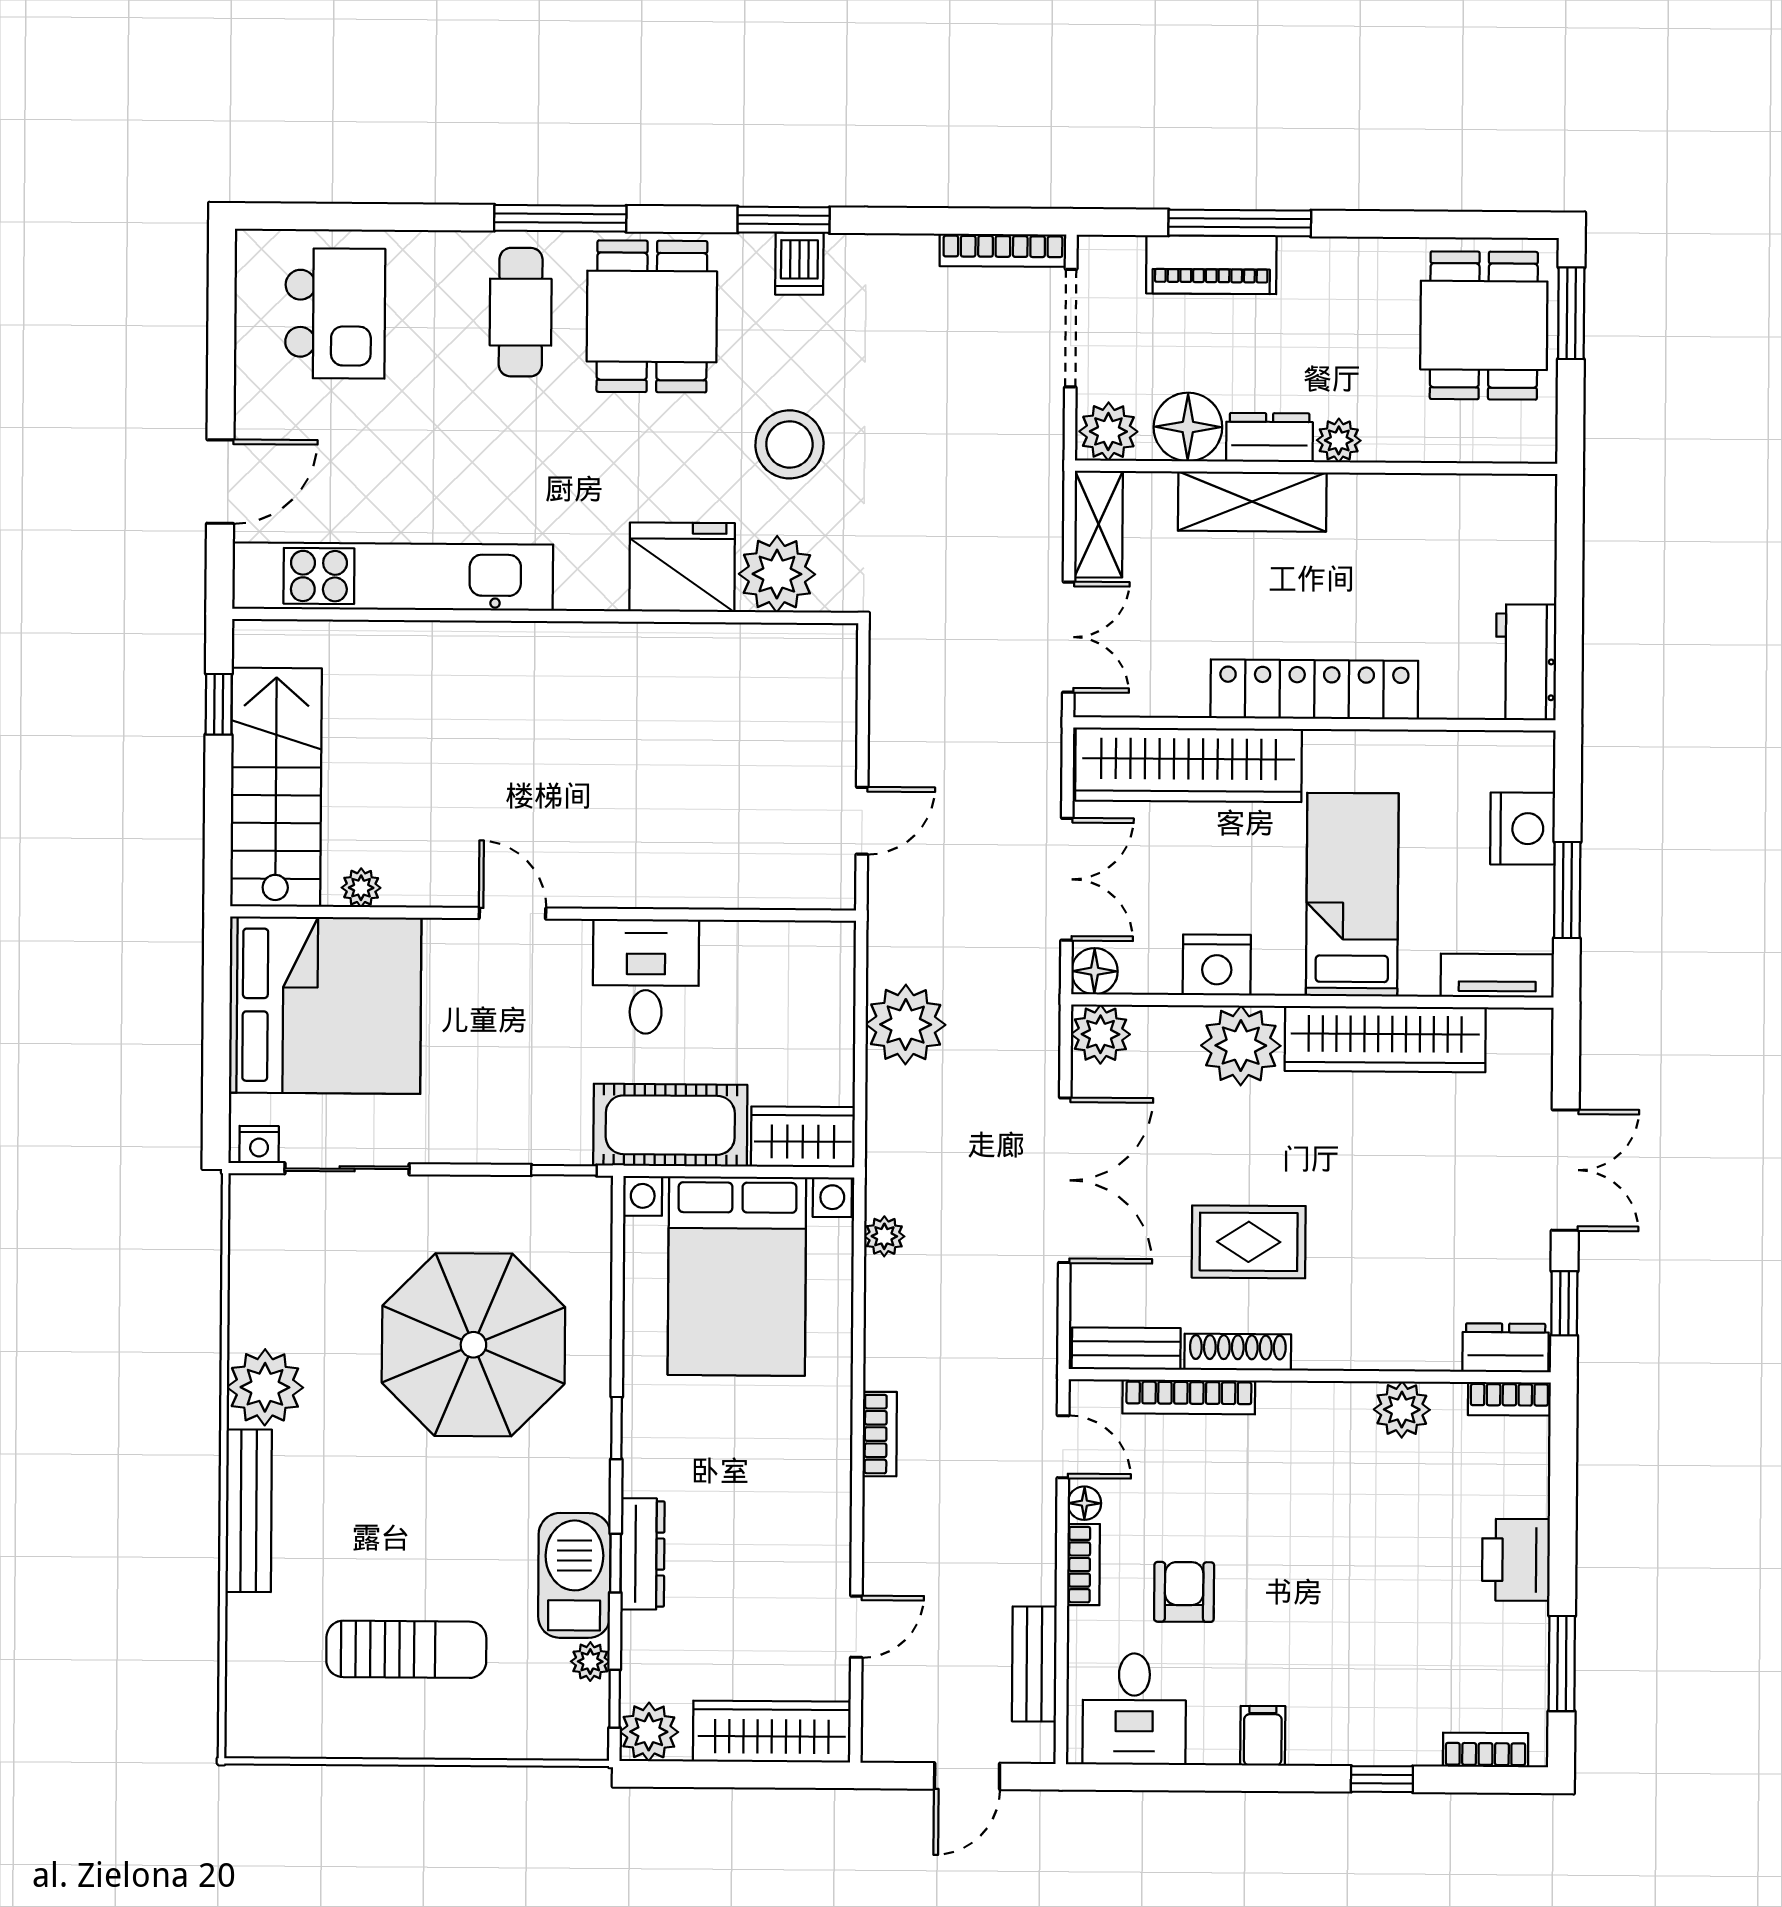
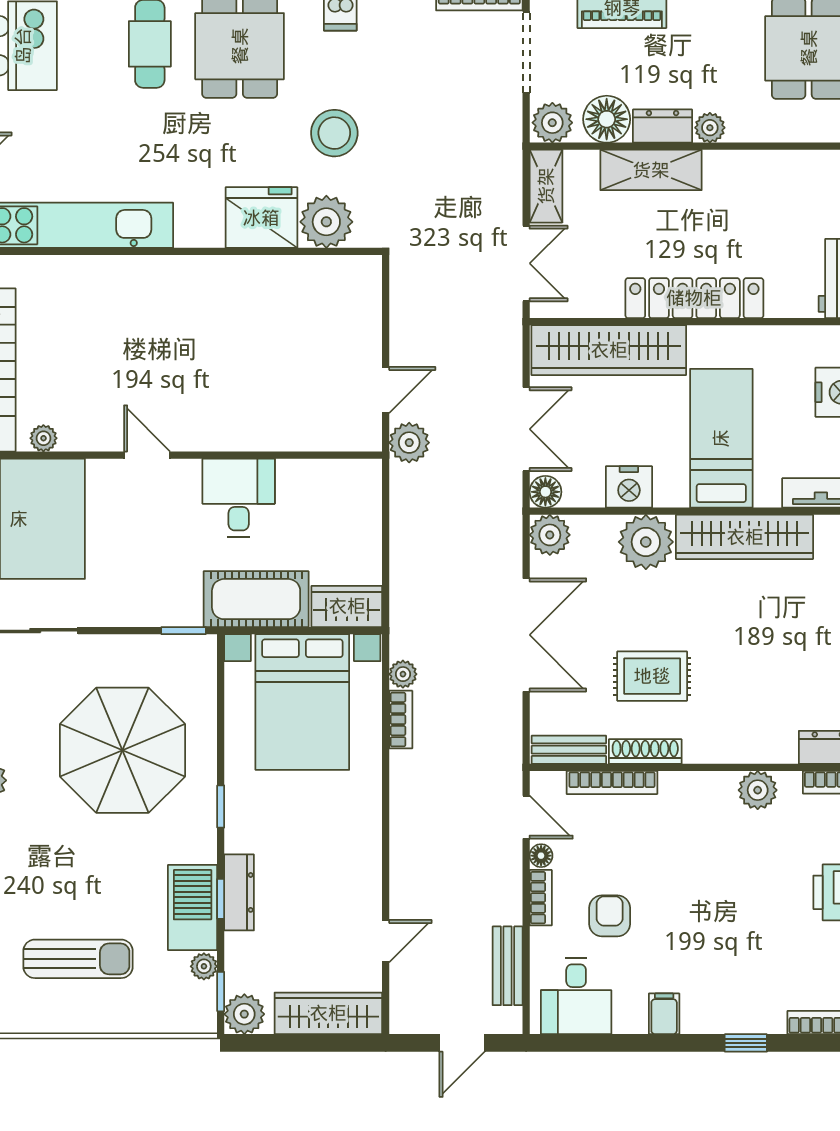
plant: (906, 1025) -> (409, 443), moved, width x0.73, depth x0.73
bookcase: (880, 1434) -> (401, 720), moved

